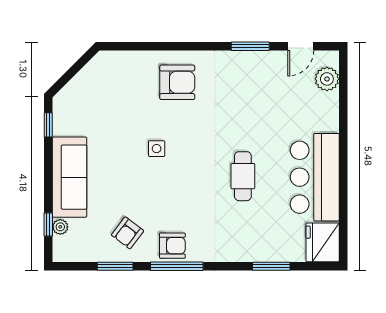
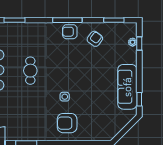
side table: (157, 149) -> (65, 97), moved
sofa: (70, 177) -> (127, 87), moved
window: (115, 266) -> (114, 20), moved

